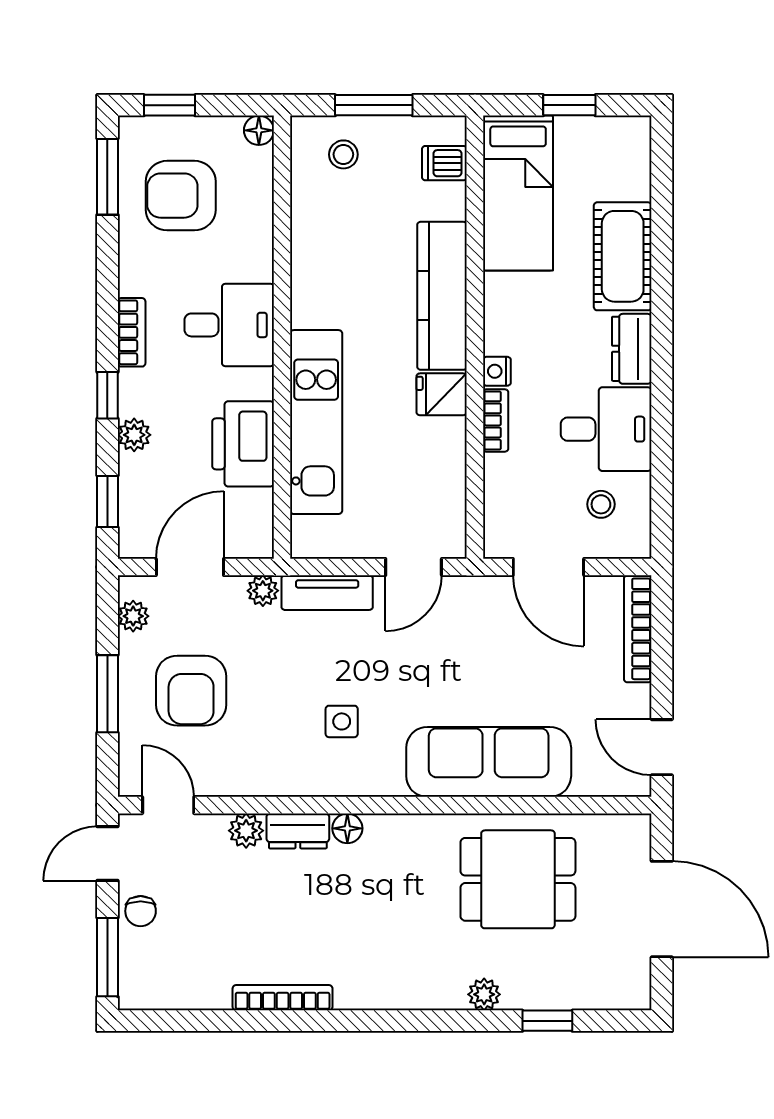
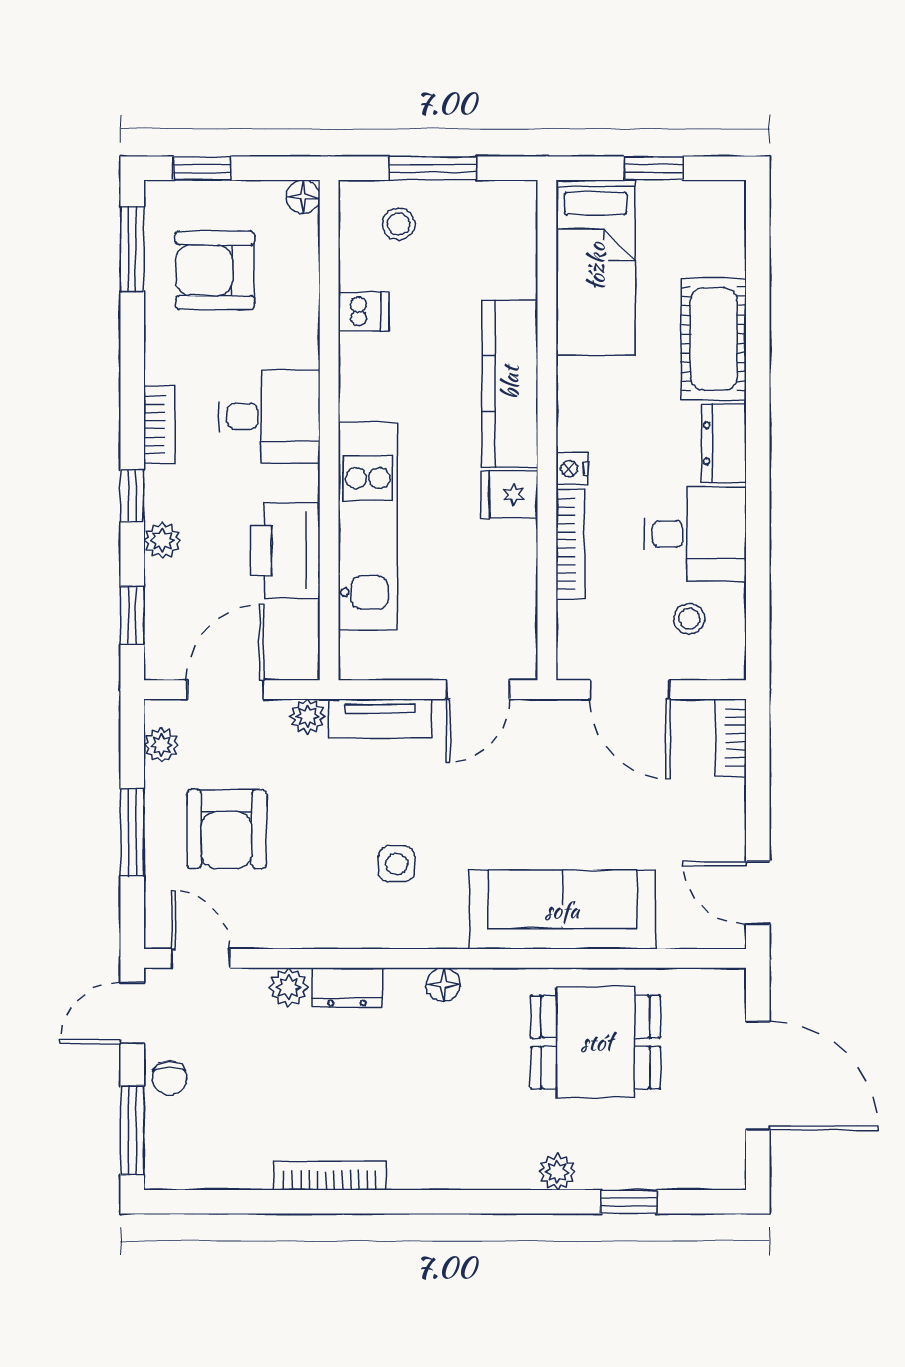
dishwasher: (444, 163) -> (364, 312), moved, turned 180
bookcase: (496, 420) -> (570, 544), width x1.56
bookcase: (638, 629) -> (731, 738), width x0.64
floor lamp: (347, 828) -> (443, 985), moved

